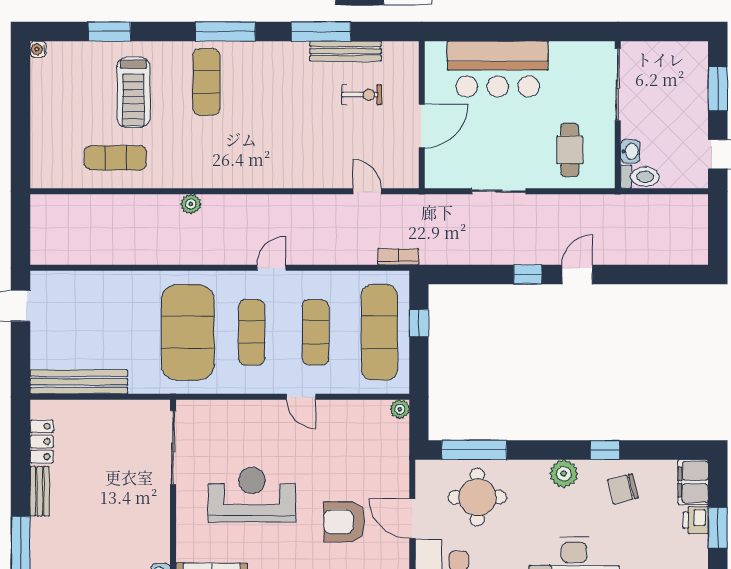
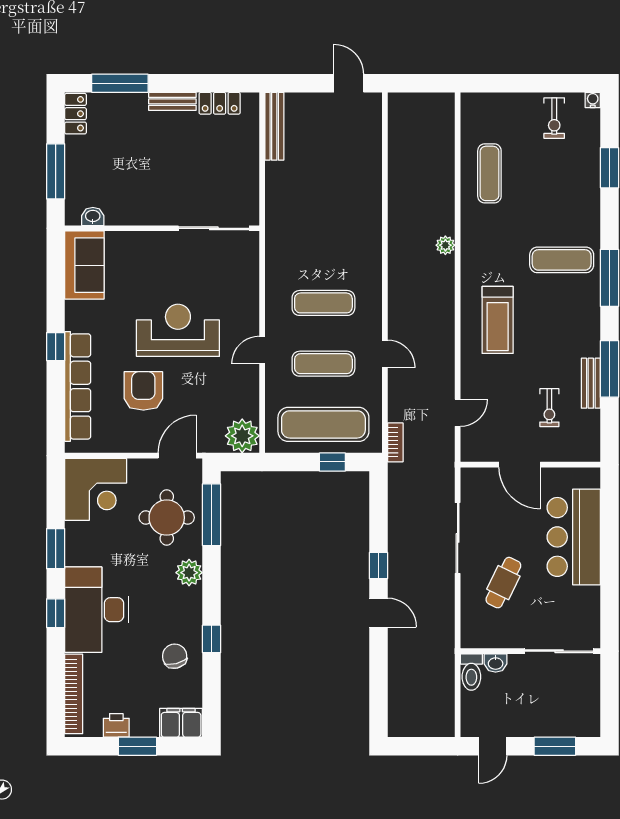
bench: (346, 51) -> (591, 383), width x0.73
exercise bike: (57, 90) -> (554, 118), added
treadmill: (133, 92) -> (498, 320), moved, turned -90
cafe table: (570, 150) -> (503, 583), moved, turned -64
sliding door: (499, 191) -> (458, 538), width x1.37
door: (271, 268) -> (385, 354), moved
exercise mat: (188, 332) -> (323, 242), removed
bench: (79, 382) -> (274, 126), width x0.73, depth x0.82
plant: (400, 409) -> (242, 436), width x1.88, depth x1.88
plant: (564, 474) -> (189, 573), moved
reception desk: (252, 495) -> (178, 330), moved, turned -90
door: (412, 518) -> (177, 456), moved
printer: (696, 520) -> (116, 725), moved

